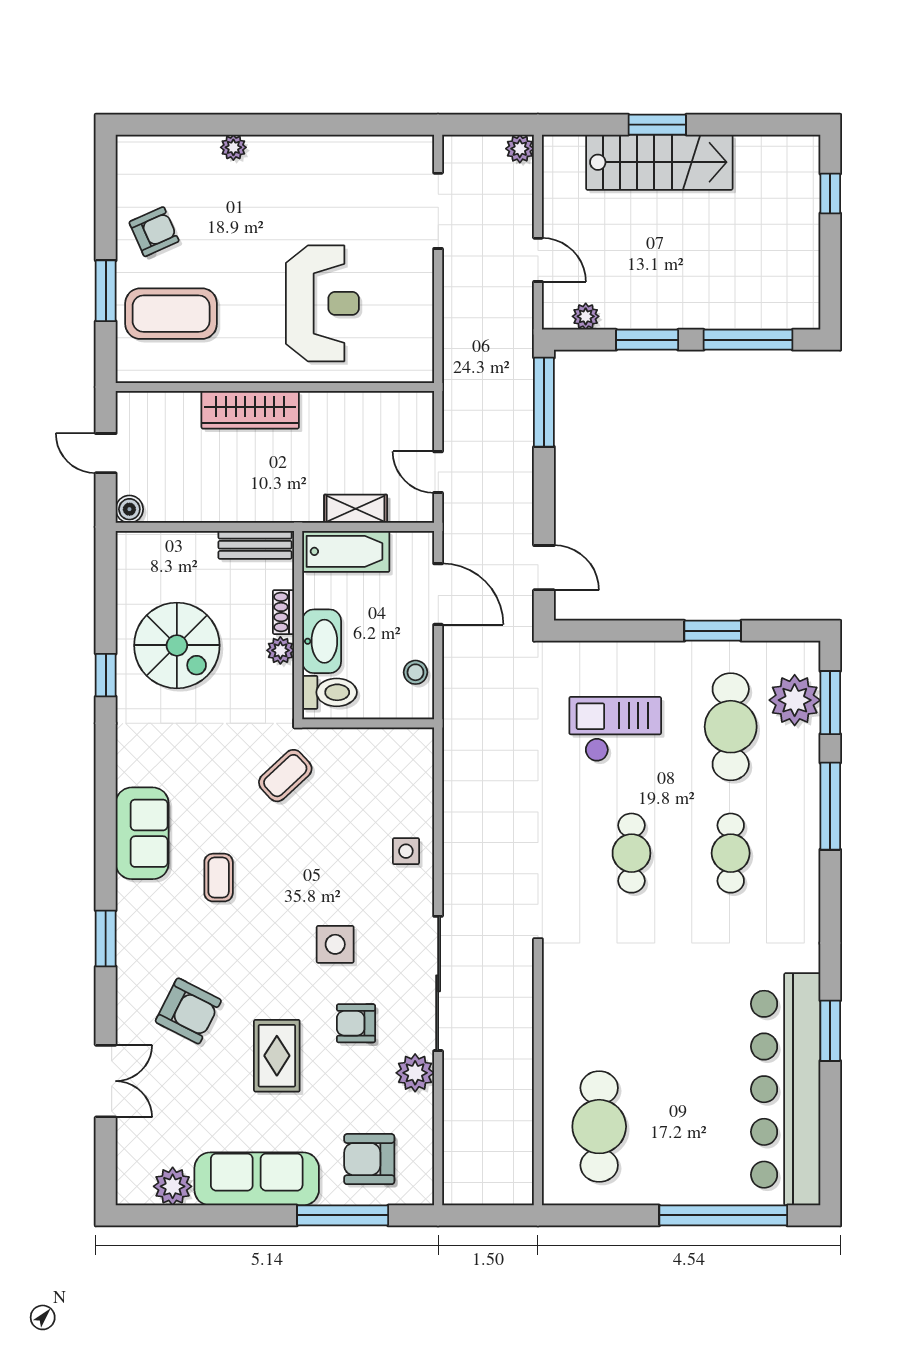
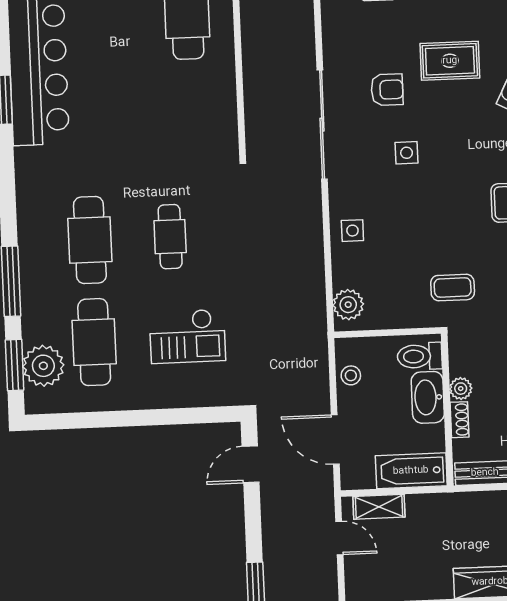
shelving: (356, 509) -> (379, 507), moved
door: (544, 568) -> (251, 464), hinge flipped
window: (713, 631) -> (112, 419), removed
coffee table: (285, 776) -> (453, 288), turned 43
cafe table: (731, 853) -> (90, 240), width x1.37, depth x1.35
side table: (335, 944) -> (407, 153), width x0.73, depth x0.73
rug: (277, 1056) -> (450, 61), turned 90
plant: (415, 1073) -> (348, 305), moved

